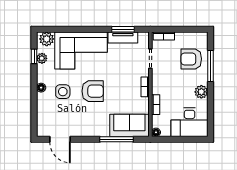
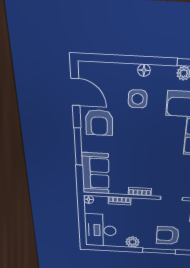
armchair: (191, 59) -> (168, 235), turned -90
armchair: (93, 91) -> (99, 123), moved
door: (60, 139) -> (75, 92), swing flipped
window: (117, 139) -> (78, 147), moved

